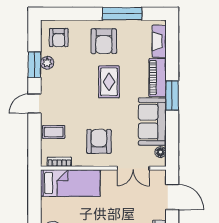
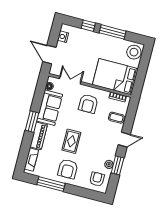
armchair: (104, 41) -> (68, 169), turned 180
bed: (70, 183) -> (115, 77), width x1.50

